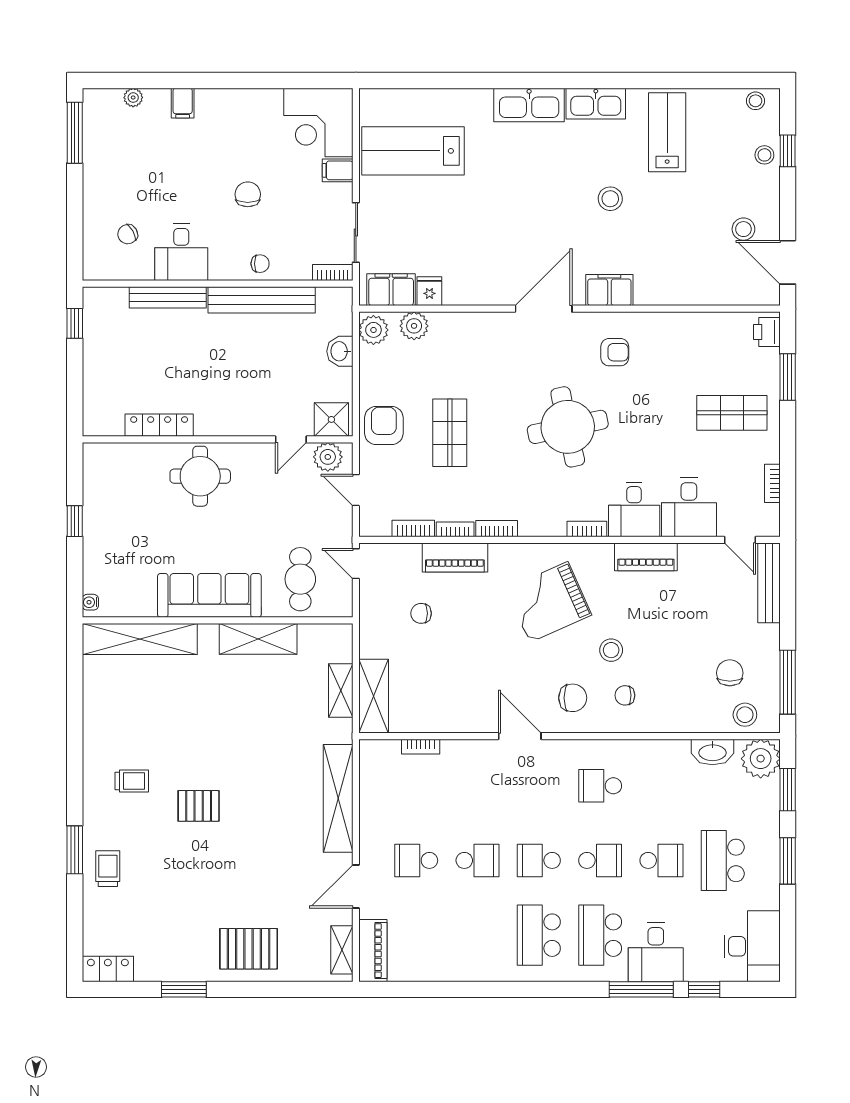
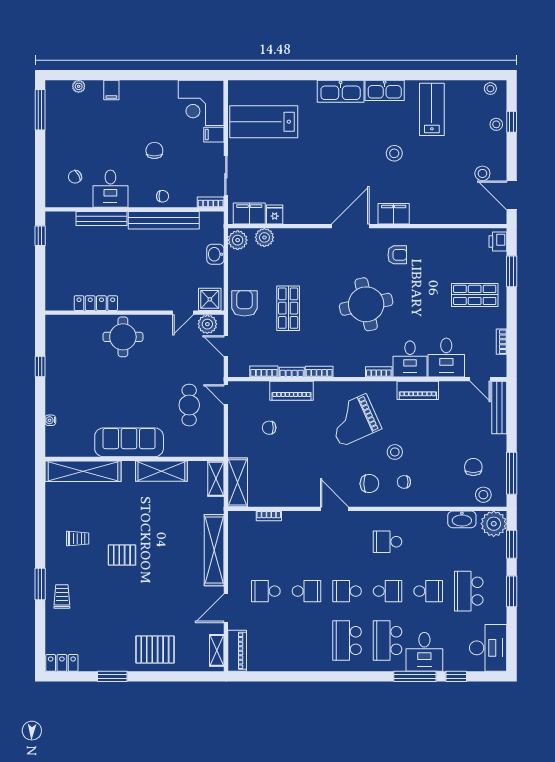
sofa: (209, 595) -> (129, 442), moved
wall: (218, 620) -> (134, 459), moved
shelving: (140, 639) -> (83, 471), moved
shelving: (258, 639) -> (161, 471), moved

